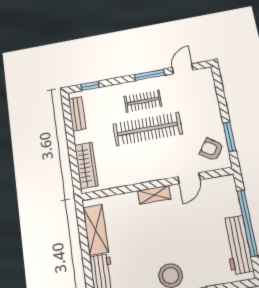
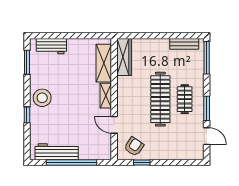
window: (90, 86) -> (207, 58), width x2.17
window: (229, 137) -> (142, 163), width x0.67
wardrobe: (86, 165) -> (124, 57), moved, turned -90
shelving: (96, 230) -> (104, 63), moved, turned 90

